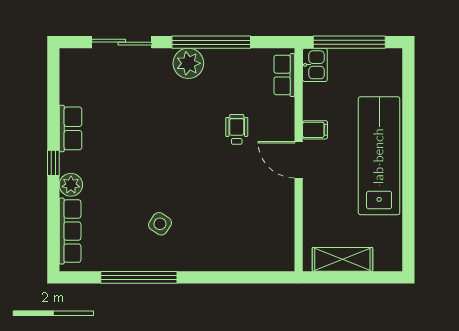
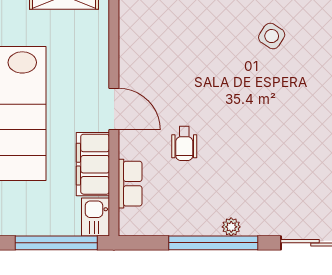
plant: (188, 63) -> (231, 227), width x0.53, depth x0.53
row of seats: (284, 75) -> (130, 184), moved
filing cabinet: (315, 130) -> (93, 164), width x3.00, depth x1.17

